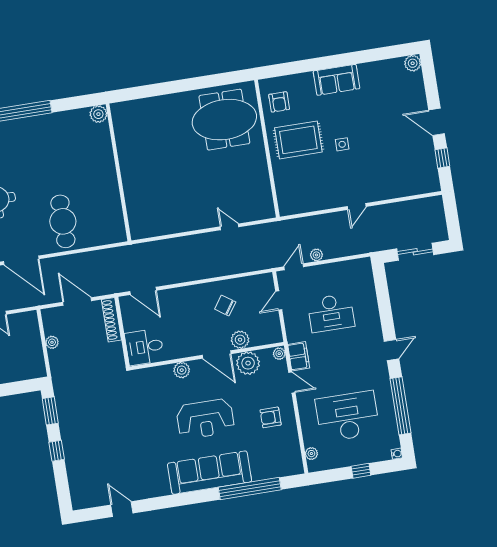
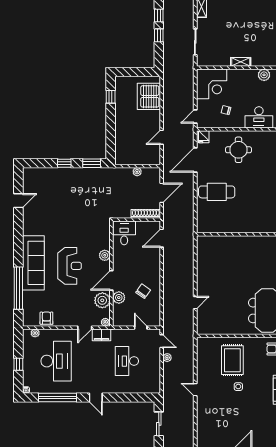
rug: (298, 140) -> (232, 360), moved
armchair: (271, 417) -> (46, 318), moved
reception desk: (205, 419) -> (70, 266), turned 180

